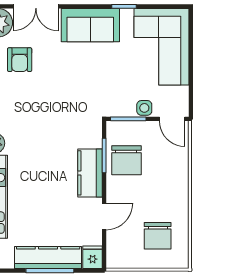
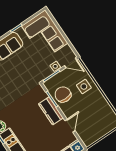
chair: (126, 160) -> (63, 95), turned 180
side table: (168, 170) -> (84, 86), added
chair: (158, 236) -> (99, 118), removed

